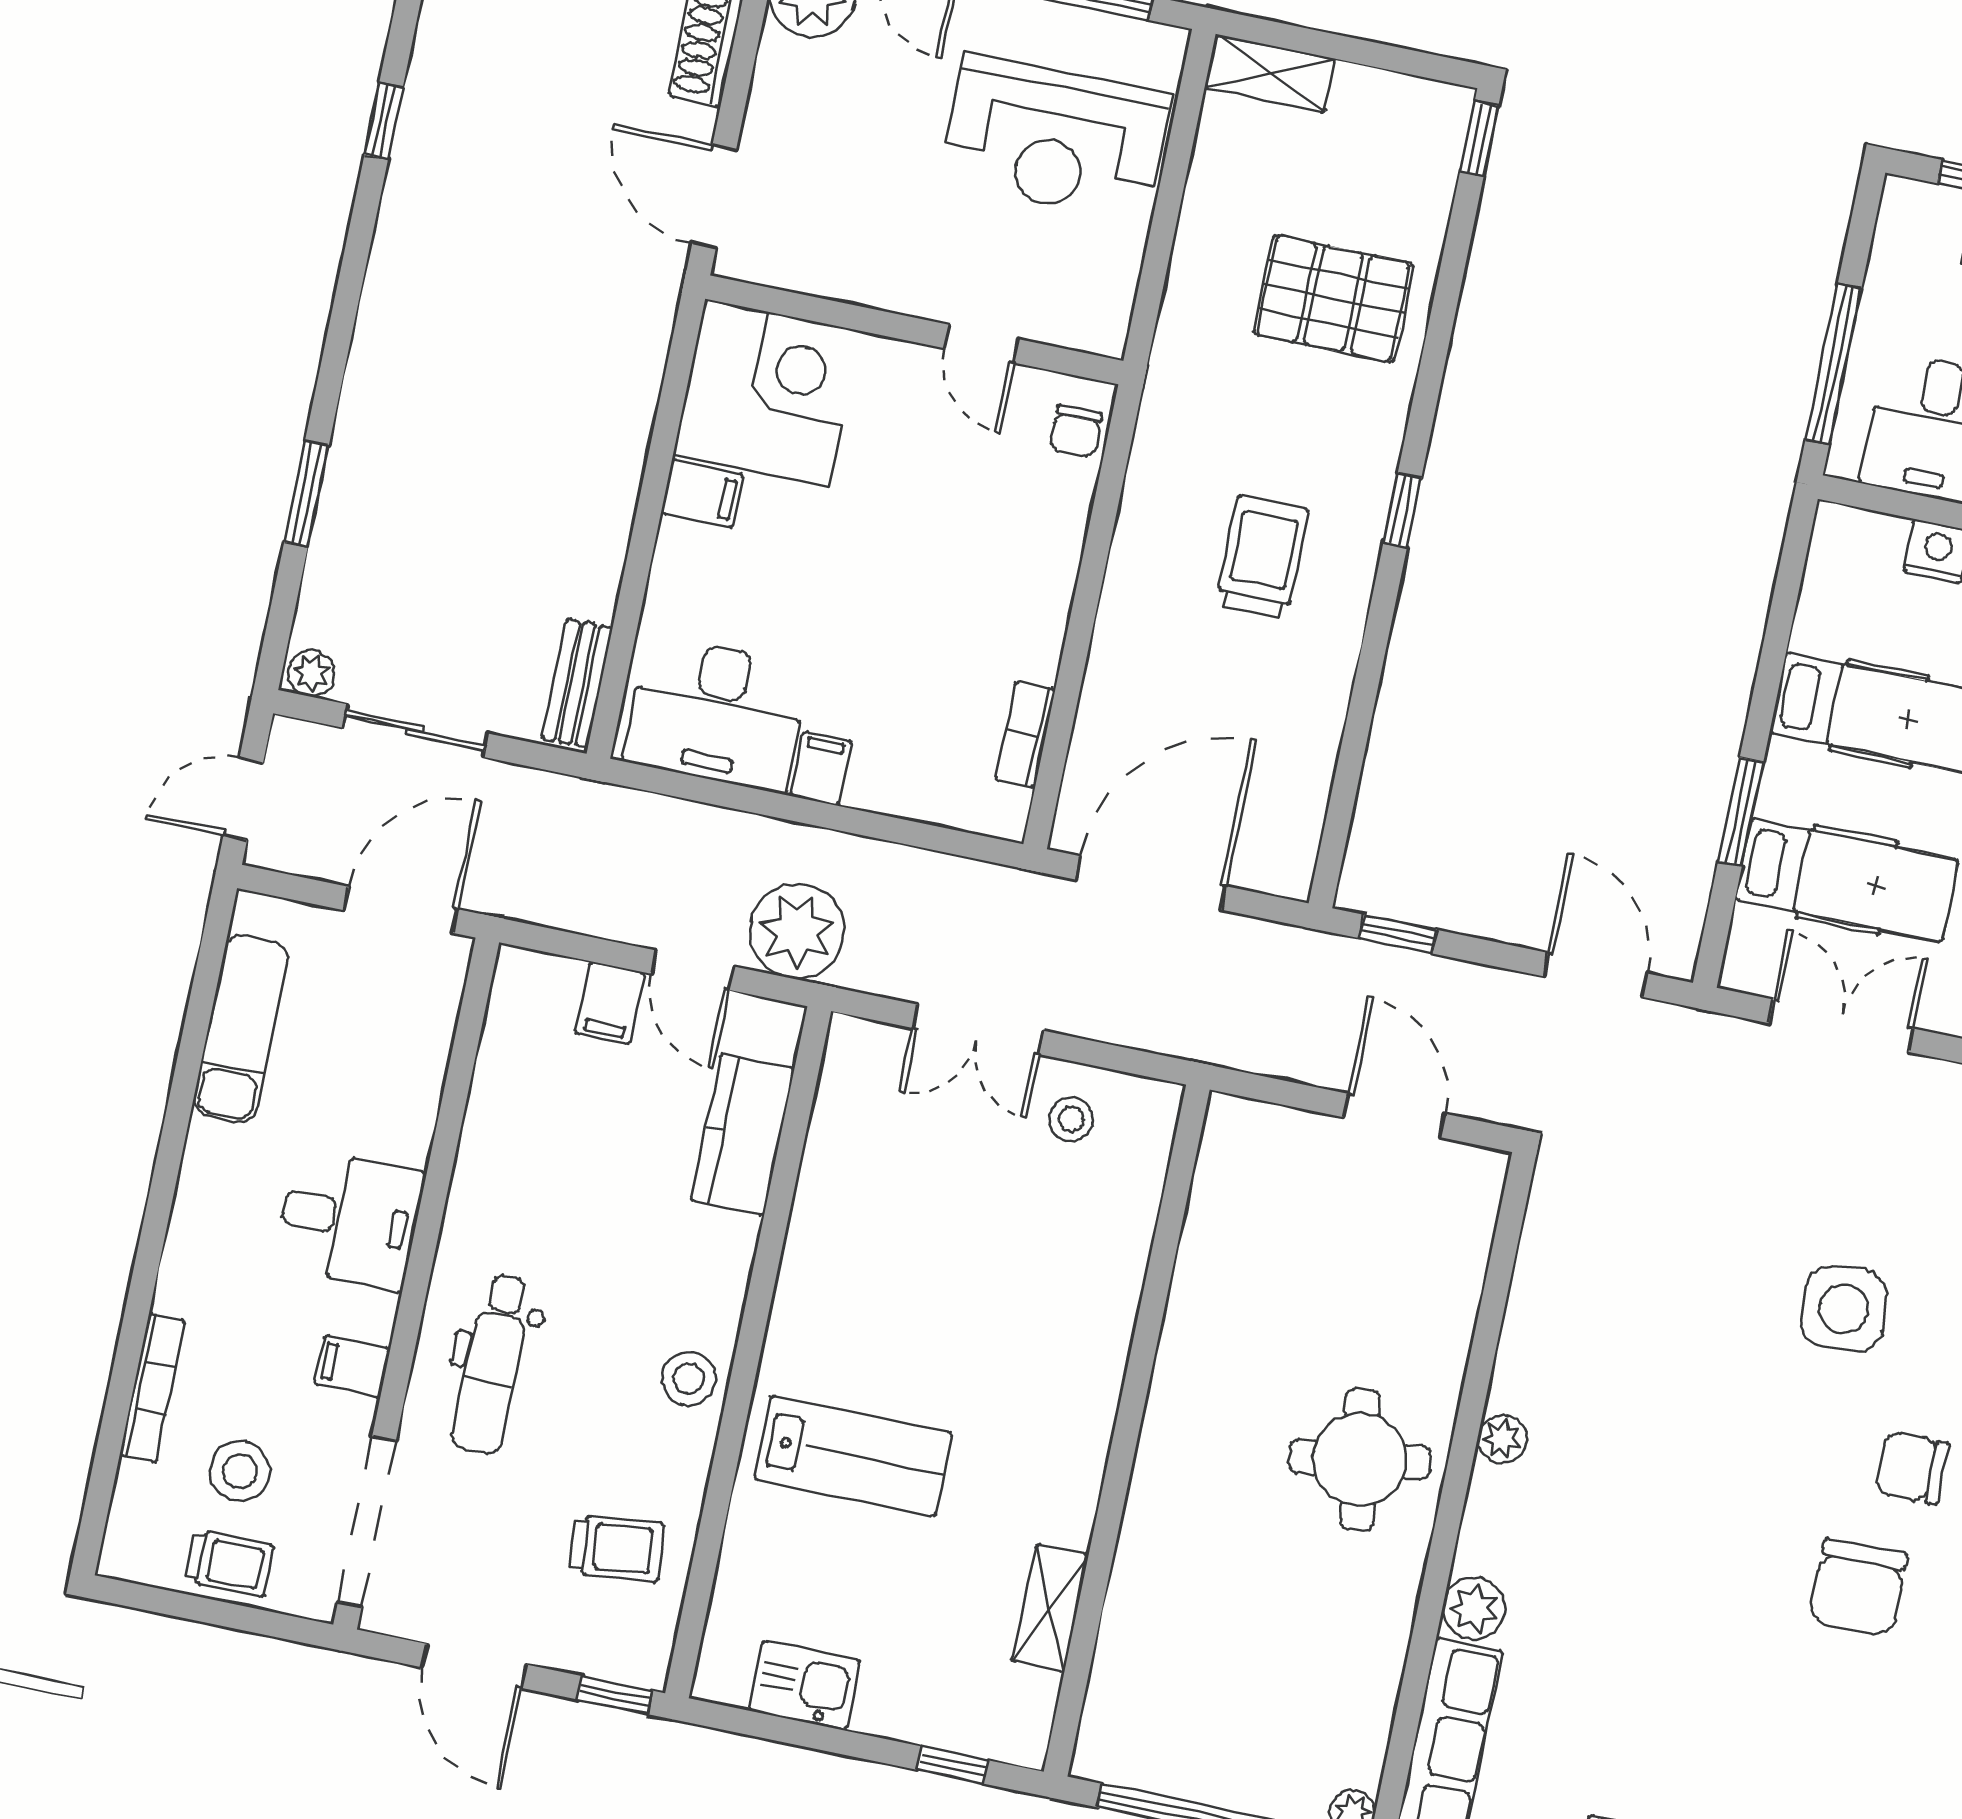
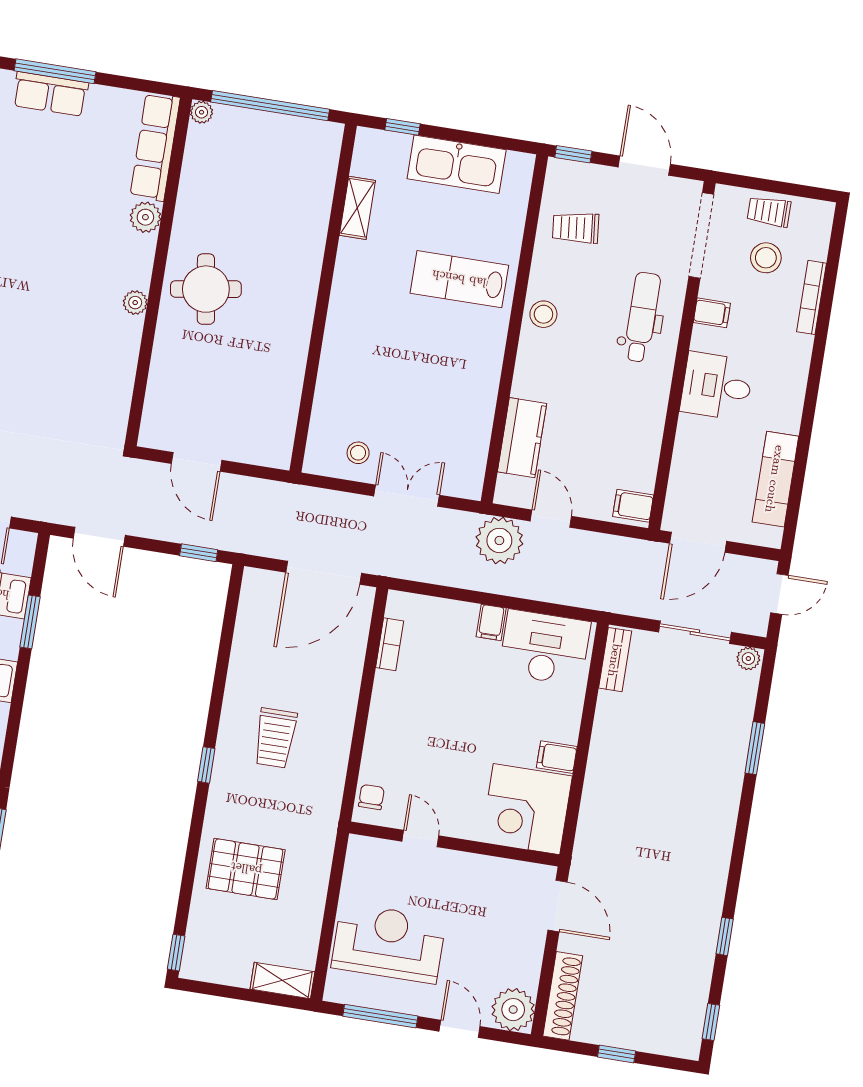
filing cabinet: (610, 1003) -> (633, 506), moved, turned -90
kitchen sink: (804, 1685) -> (457, 164), width x1.88, depth x1.24

